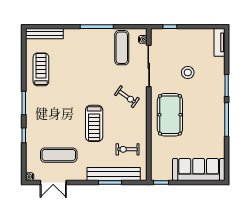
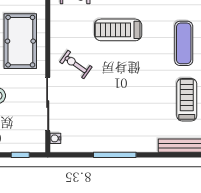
exercise mat: (122, 48) -> (184, 43), moved
treadmill: (41, 69) -> (187, 100), turned 180
treadmill: (94, 123) -> (118, 30), turned -90

